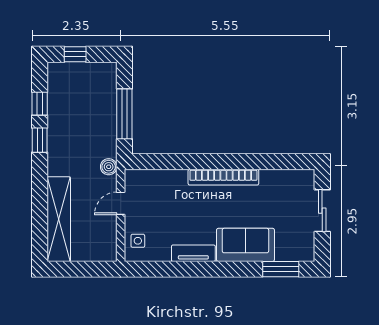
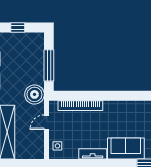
boiler: (109, 167) -> (34, 94), width x1.86, depth x1.86
bookcase: (223, 177) -> (80, 106), moved

